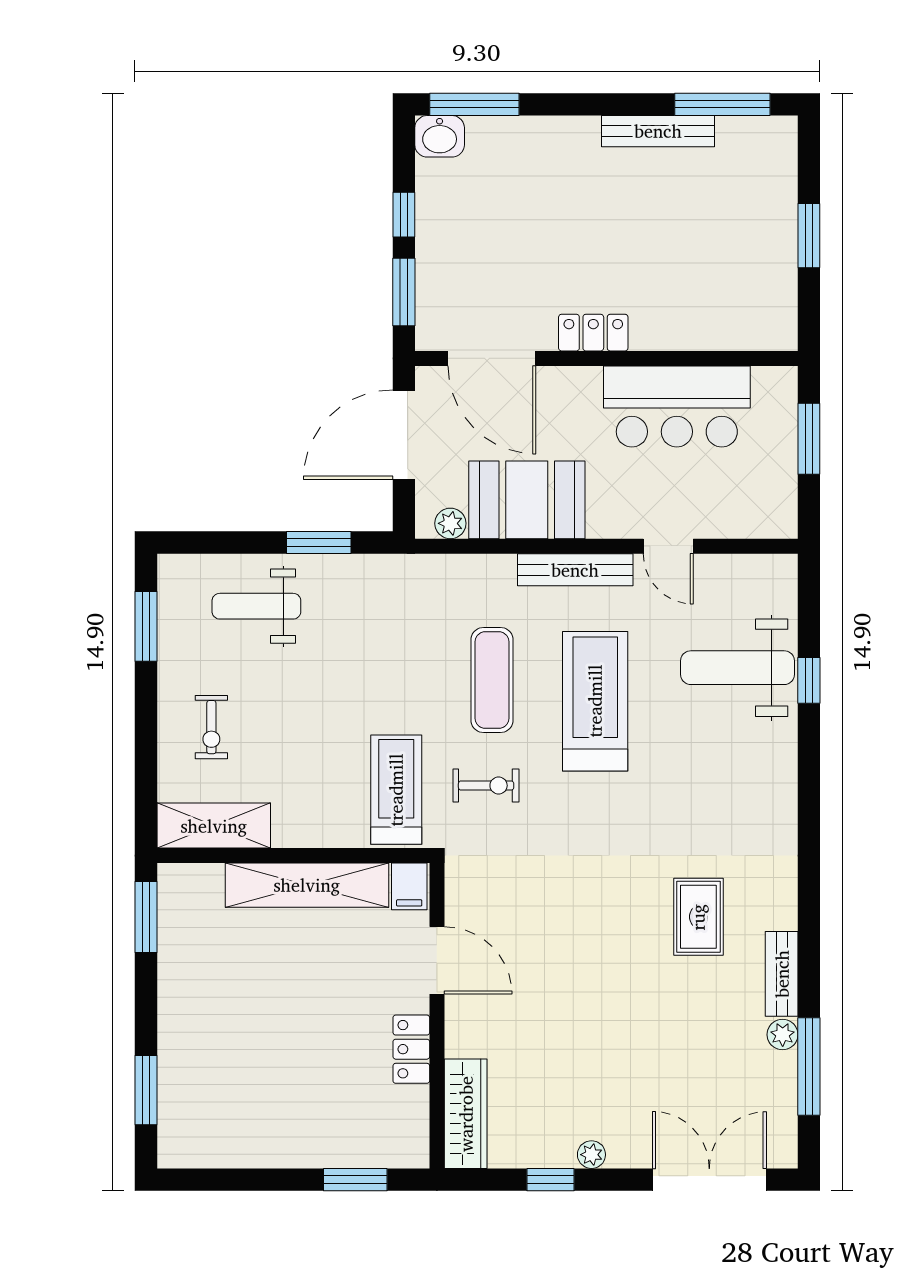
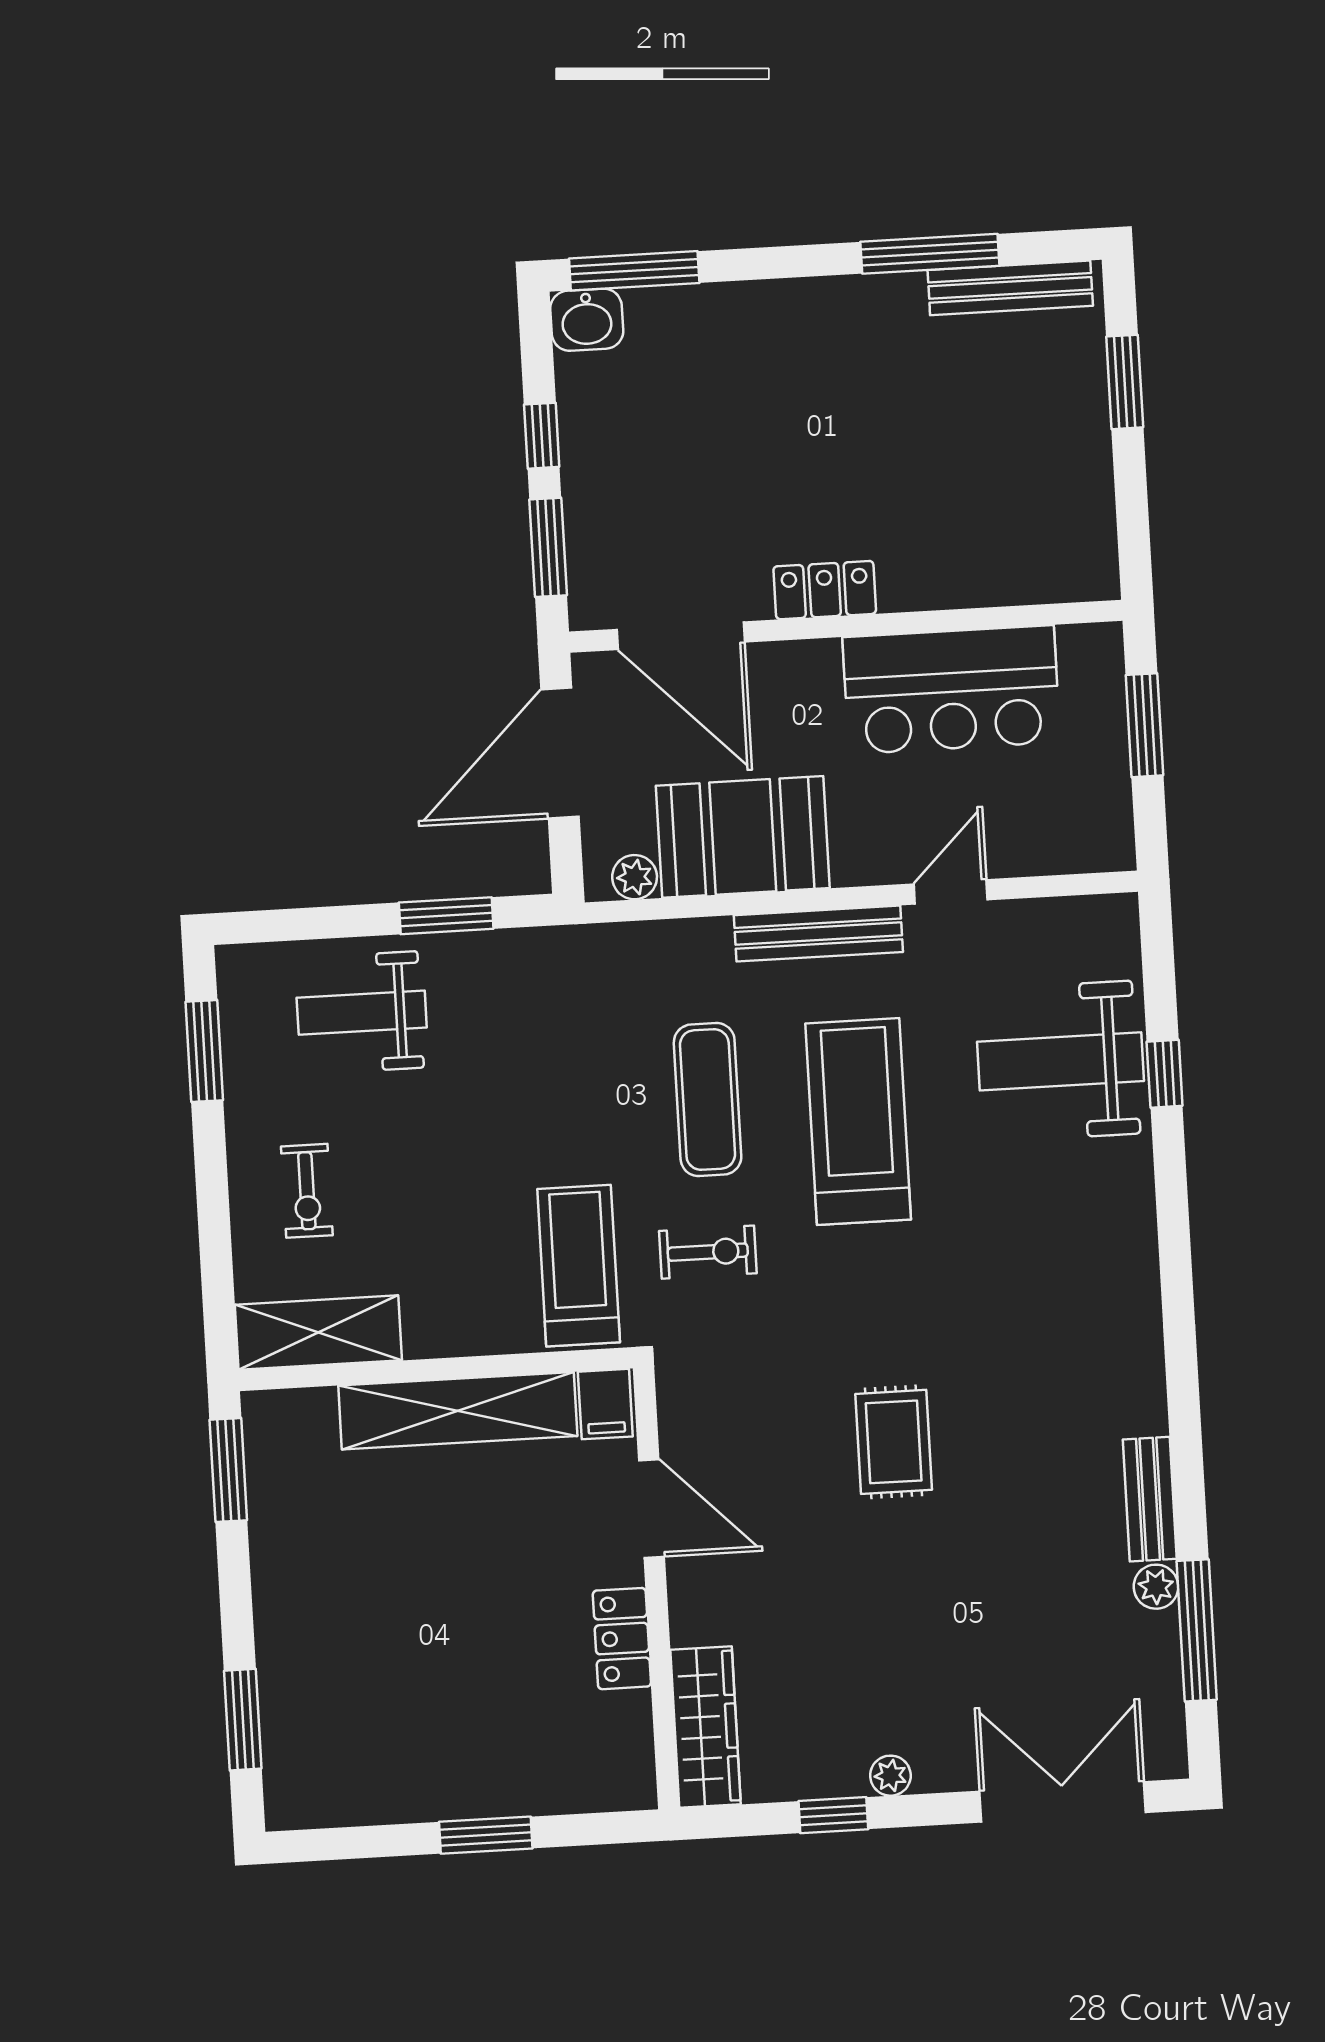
window: (722, 104) -> (930, 254), moved
bench: (658, 131) -> (1010, 288), moved
window: (809, 236) -> (1125, 382), moved
door: (668, 546) -> (951, 892), swing flipped
rug: (698, 917) -> (894, 1442), moved
window: (355, 1180) -> (486, 1835), moved

